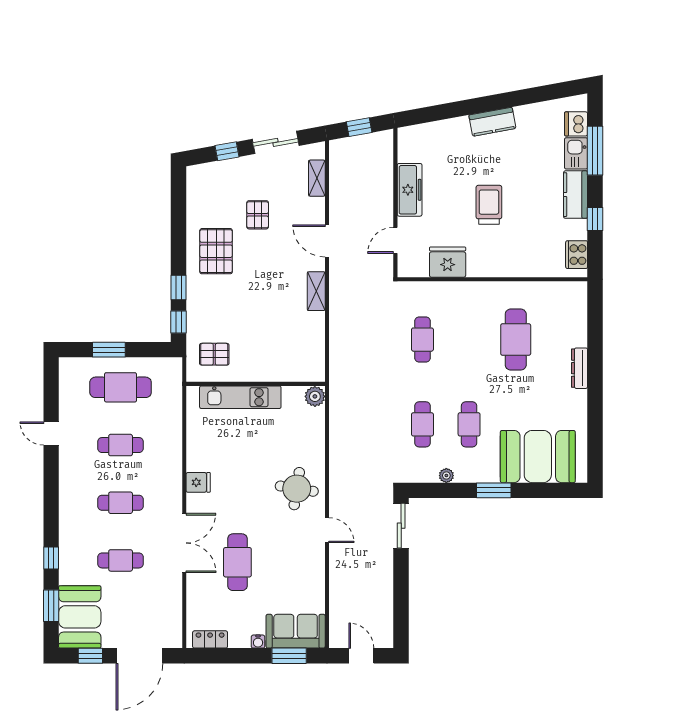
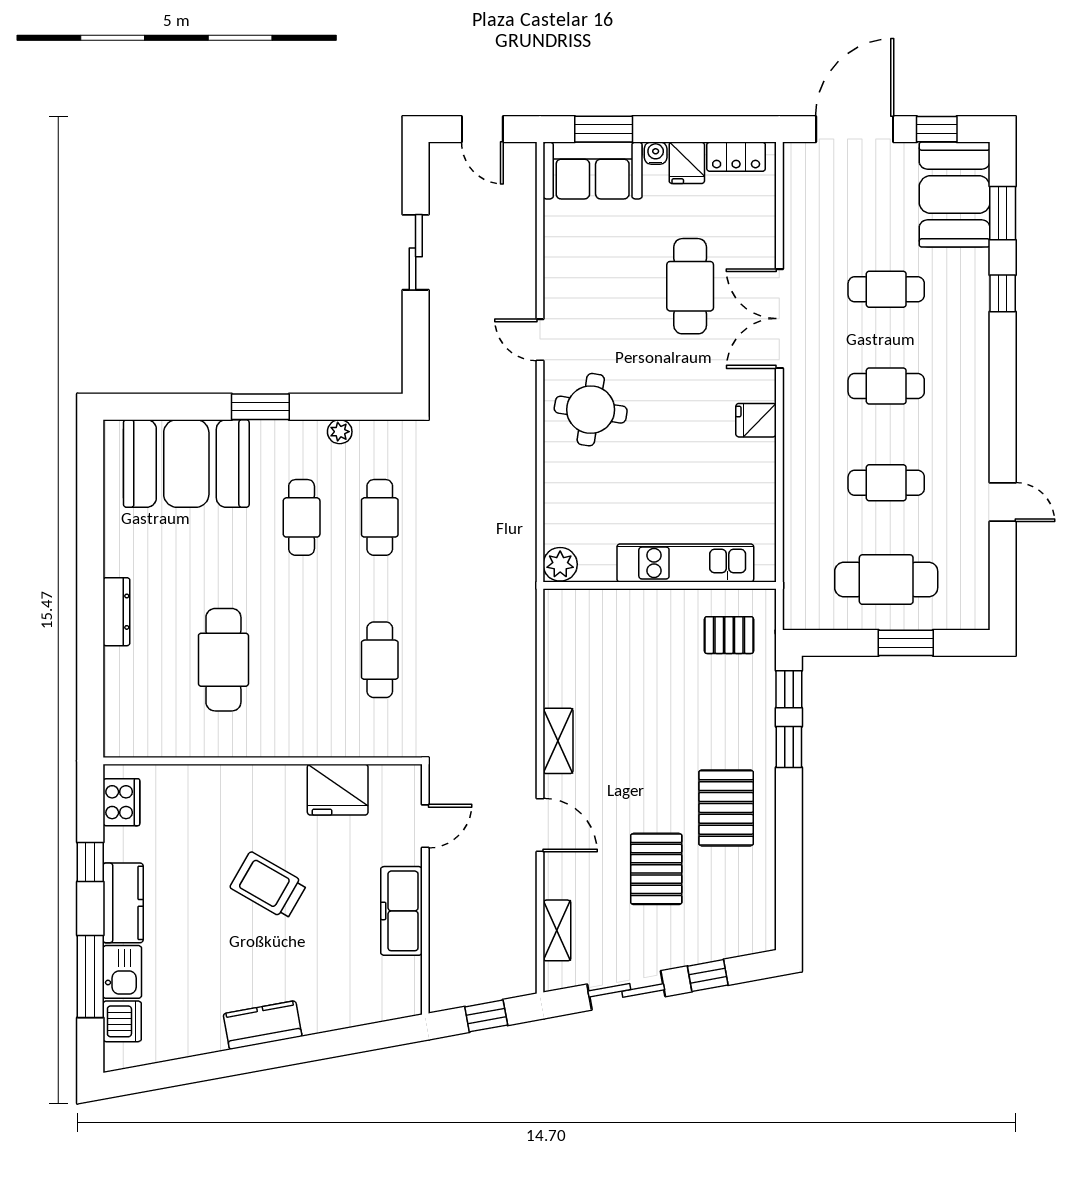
trolley: (489, 205) -> (268, 886), turned 120
pallet: (258, 215) -> (656, 869), width x1.50, depth x1.42
sliding door: (401, 526) -> (416, 252), moved
fridge: (239, 636) -> (687, 163), added

